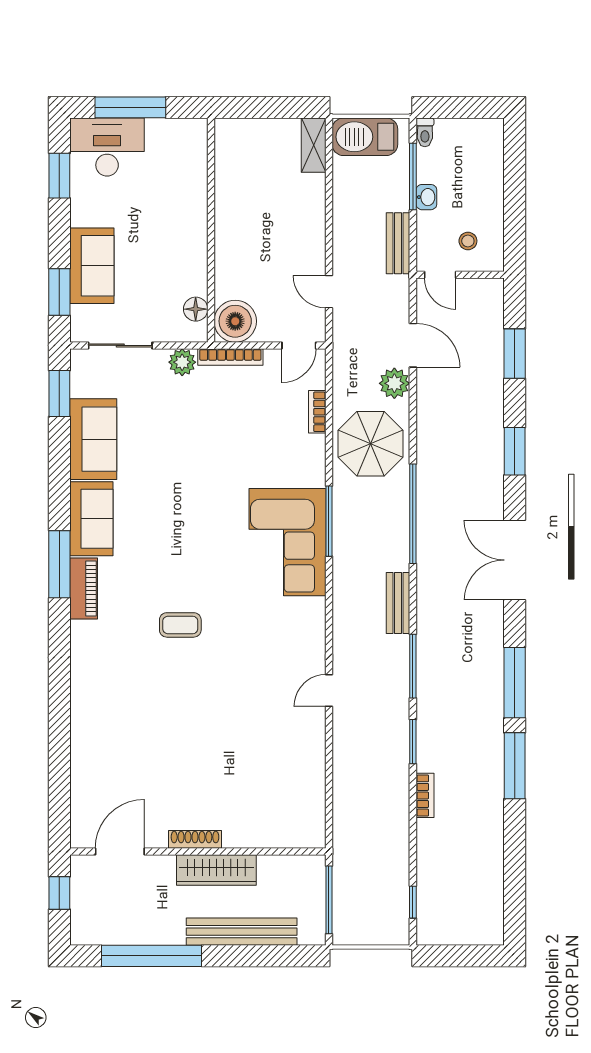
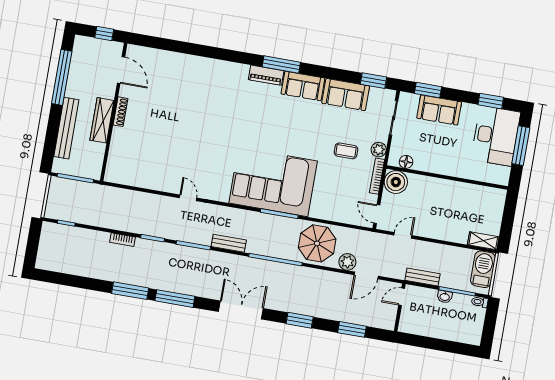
desk: (107, 147) -> (496, 136), width x1.36, depth x1.30
stool: (468, 241) -> (417, 315), removed
bookcase: (317, 412) -> (339, 218), removed
corner sofa: (287, 542) -> (273, 182), width x1.36, depth x1.36
coffee table: (180, 625) -> (346, 151), moved, turned 90

